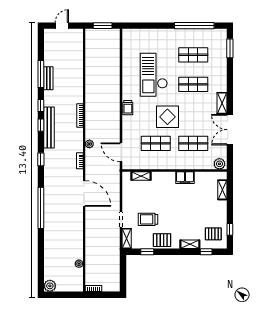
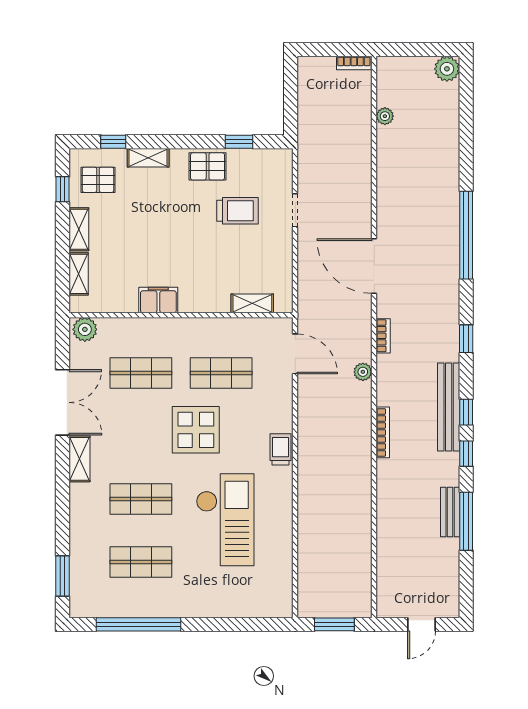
shelving: (127, 238) -> (79, 229), moved

